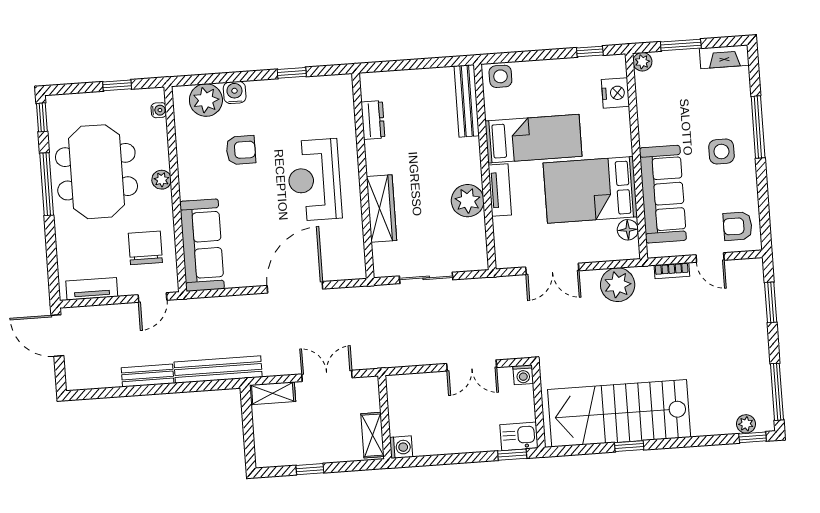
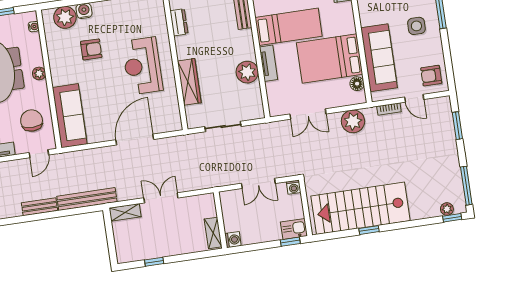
wall: (385, 417) -> (220, 220), moved
shelving: (373, 435) -> (213, 233), moved
washing machine: (401, 447) -> (233, 240), moved

